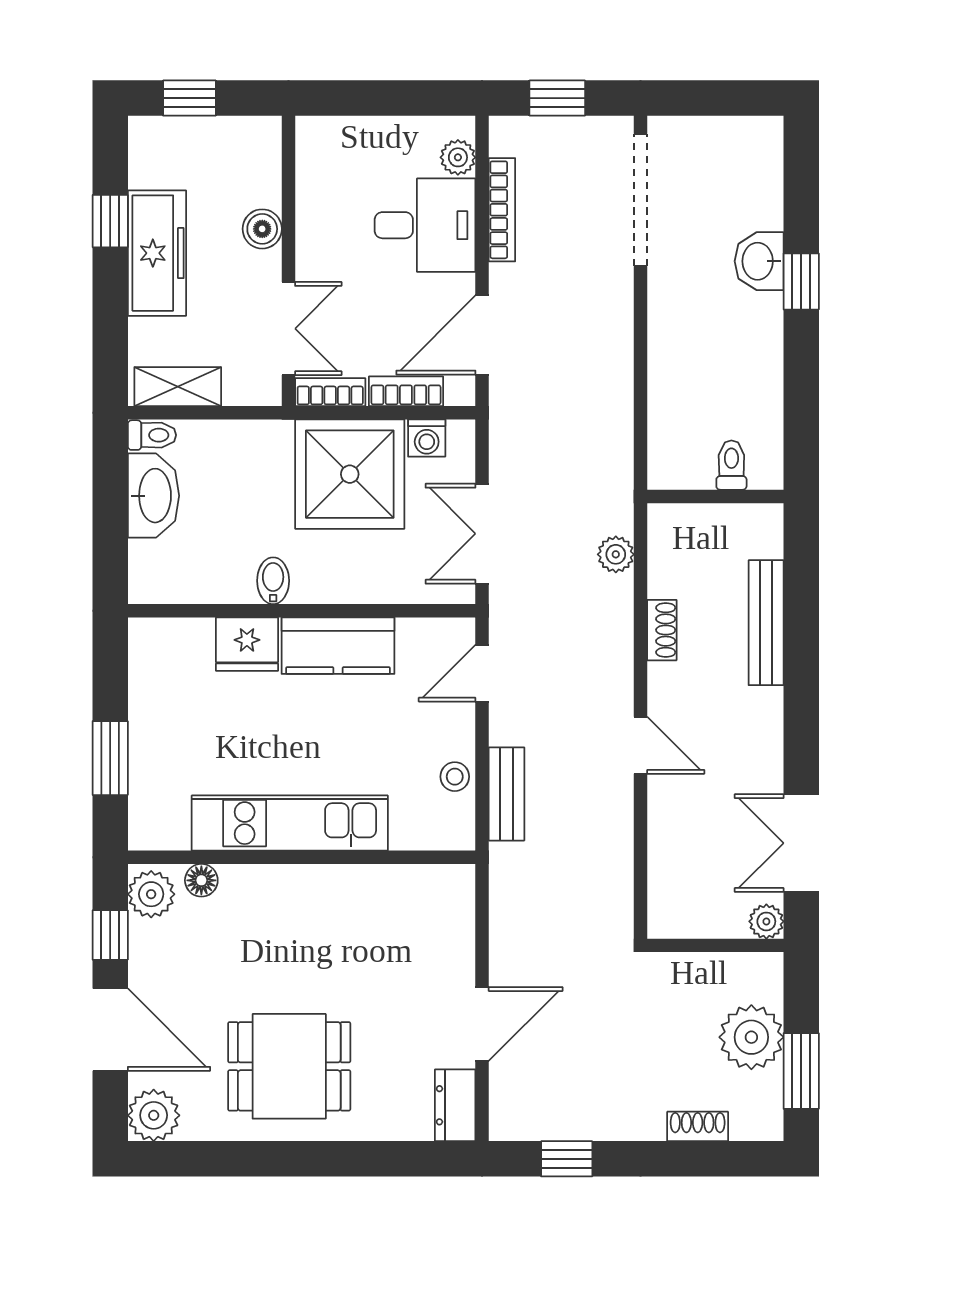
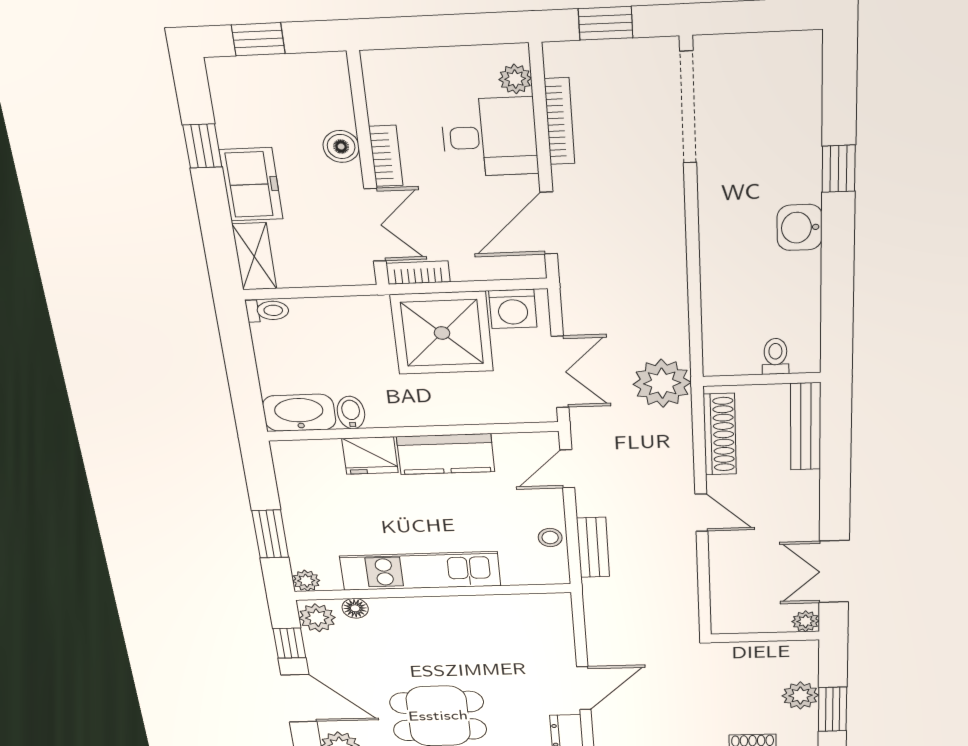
freezer: (157, 253) -> (251, 184), width x0.71
washbasin: (759, 261) -> (800, 227), moved
shelving: (178, 387) -> (254, 256), moved, turned 90
bookcase: (406, 391) -> (386, 156), moved, turned 90
washing machine: (427, 438) -> (513, 309), width x1.38, depth x1.38
toilet: (731, 465) -> (775, 356), moved
washbasin: (153, 496) -> (299, 413), moved, turned -90
wall: (715, 496) -> (762, 379), moved
double door: (482, 534) -> (560, 372), swing flipped
plant: (616, 554) -> (662, 383), width x1.87, depth x1.87
bidet: (273, 581) -> (351, 413), moved
shoe rack: (662, 630) -> (720, 434), width x1.94, depth x1.24
plant: (145, 833) -> (306, 581), added
plant: (751, 1037) -> (800, 696), width x0.73, depth x0.73

